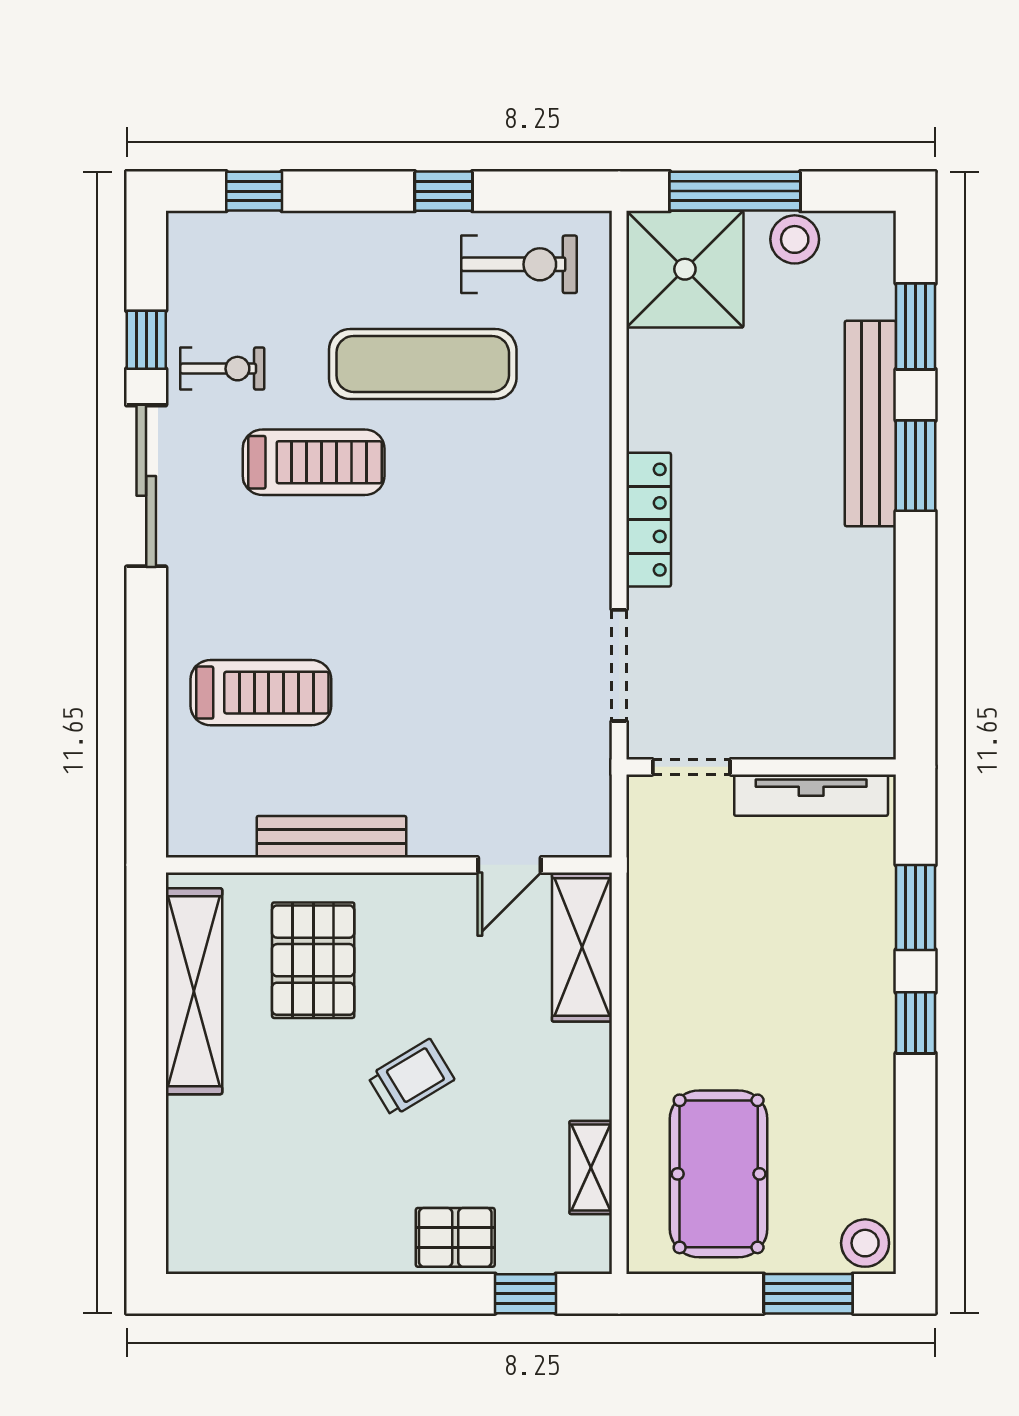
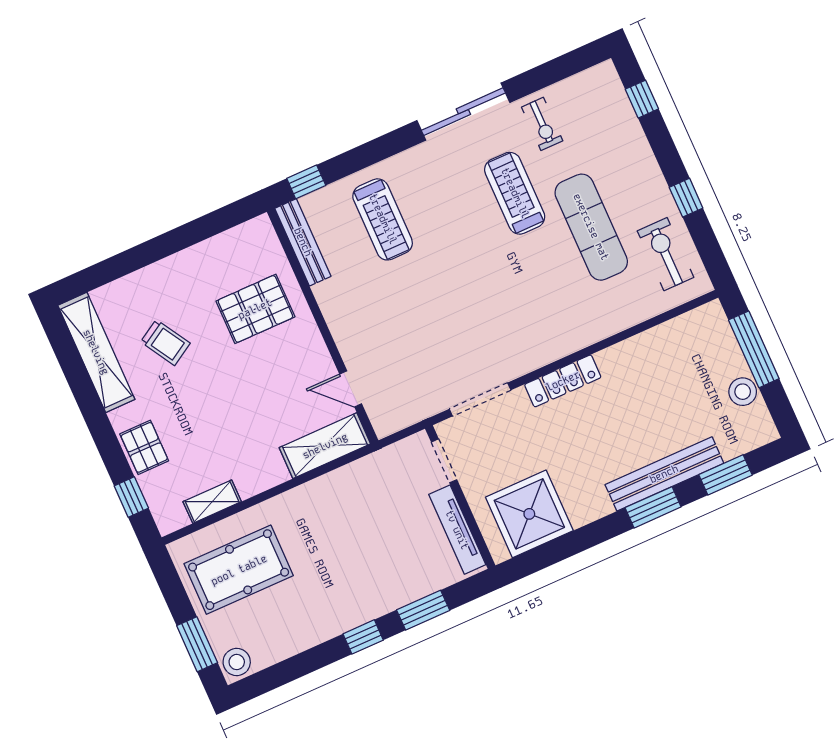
exercise bike: (519, 264) -> (666, 254), turned 180
shower: (685, 269) -> (529, 514), moved
window: (146, 340) -> (306, 182), moved
treadmill: (314, 462) -> (515, 193), turned 180
bench: (331, 837) -> (303, 242), moved
shelving: (194, 991) -> (96, 352), moved, turned 90
trolley: (411, 1078) -> (165, 342), moved

